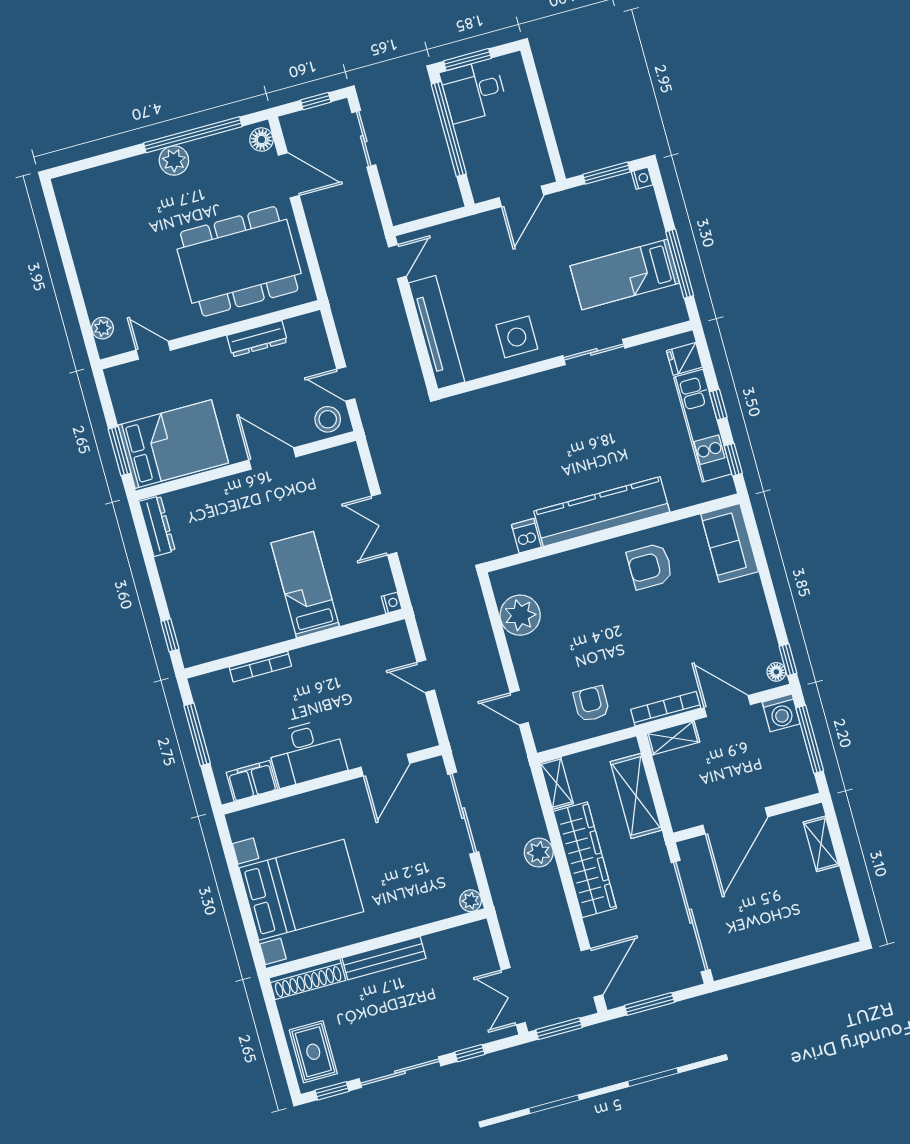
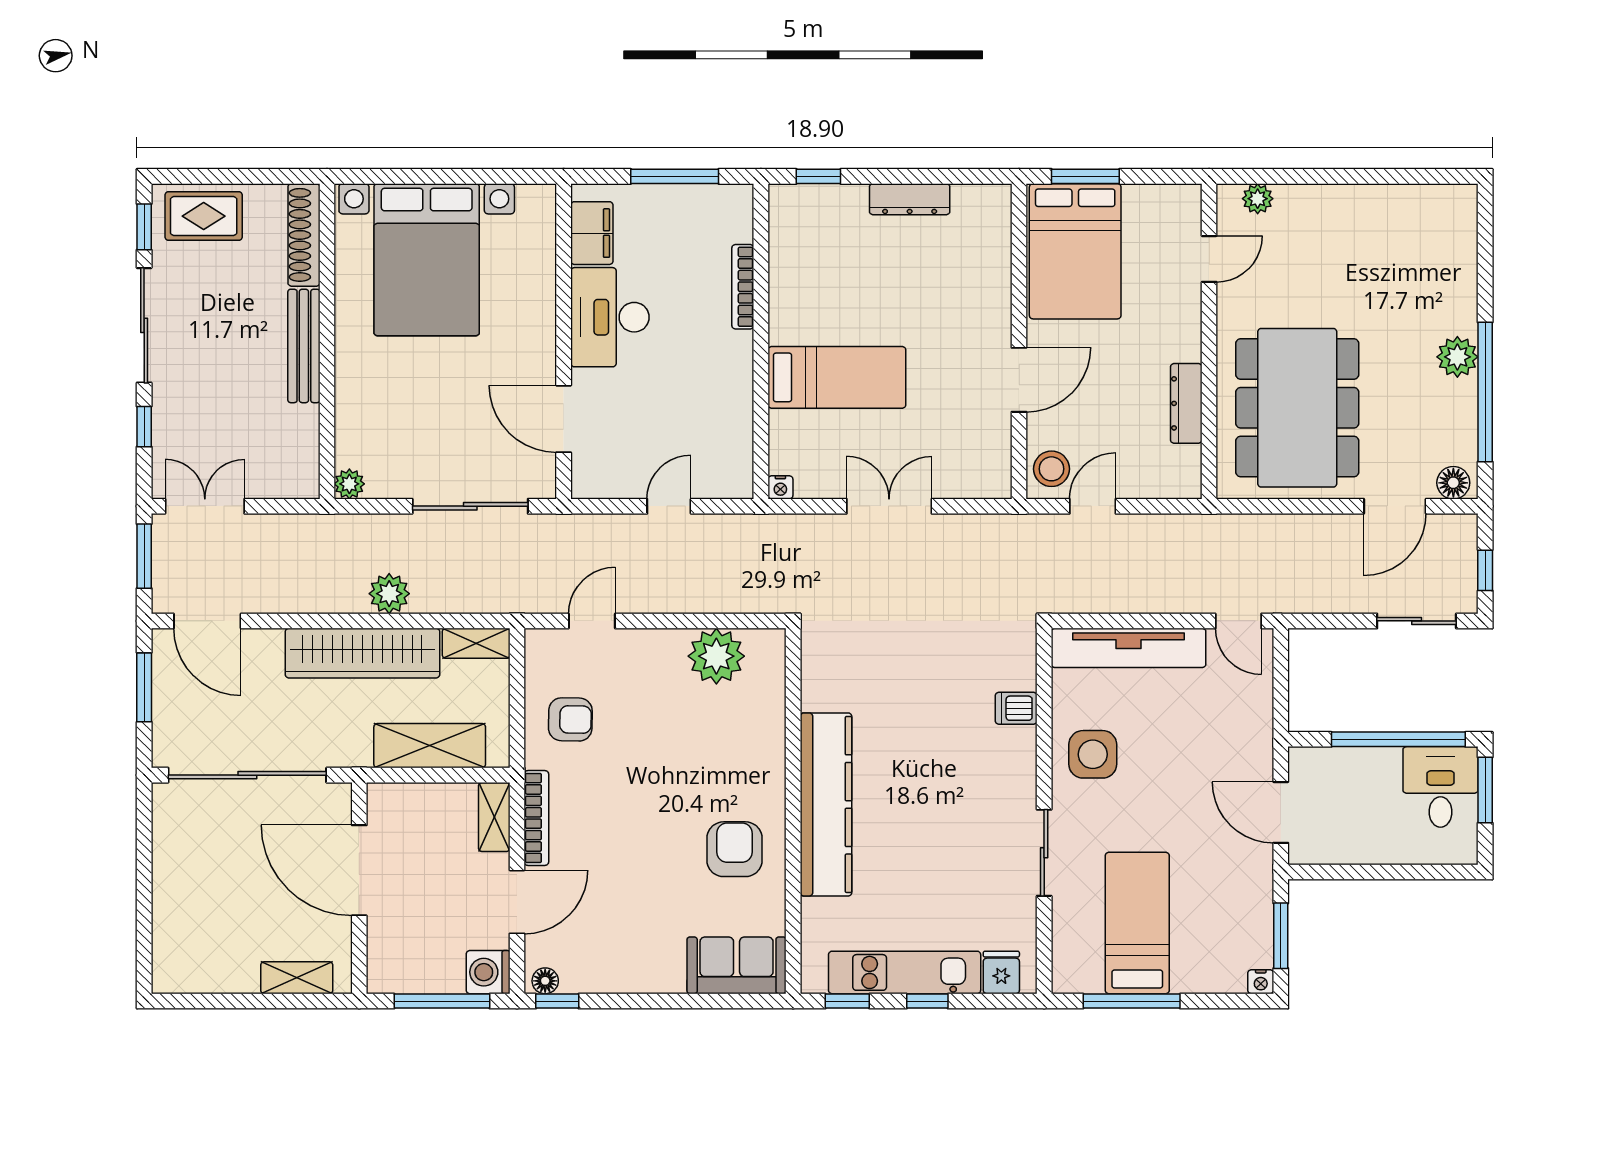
dresser: (157, 526) -> (910, 199), moved
dishwasher: (526, 536) -> (1016, 708), moved, turned 180

